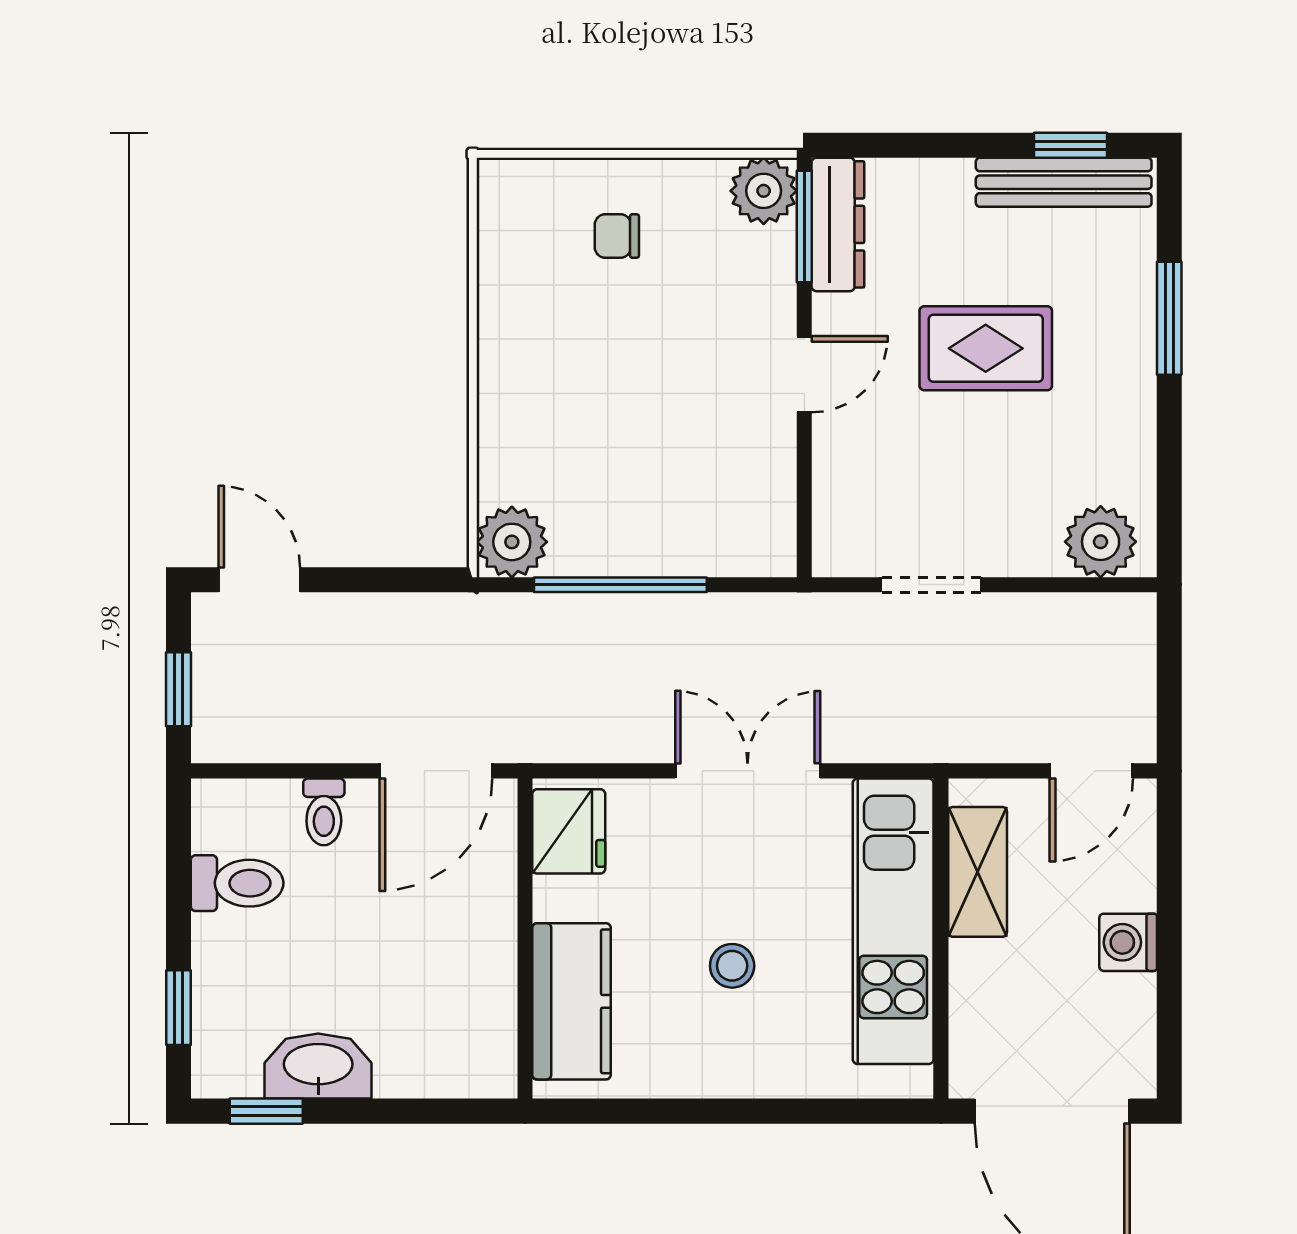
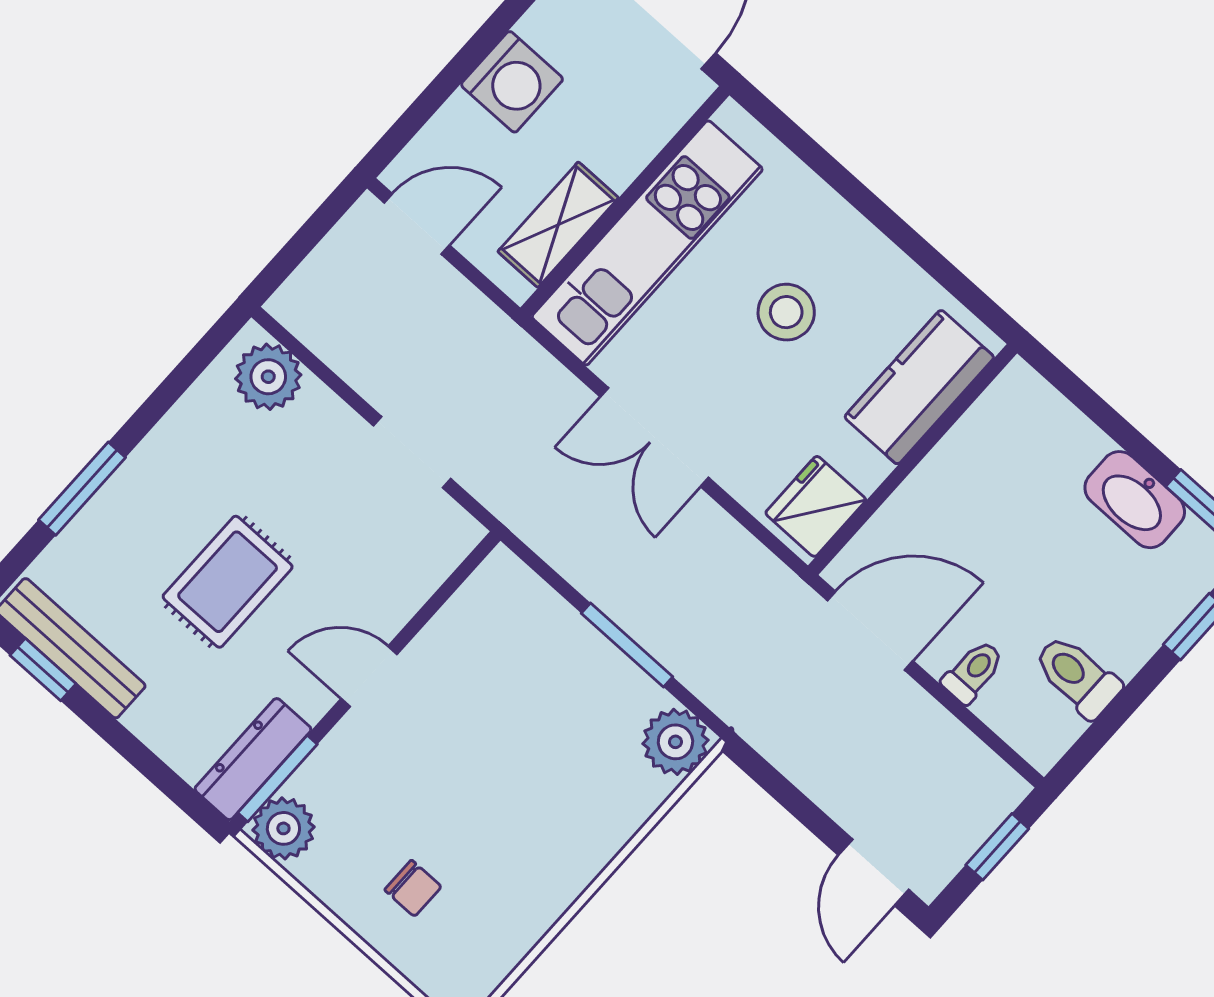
rug: (986, 348) -> (228, 582), turned 90
window: (620, 585) -> (627, 645), width x0.69
washing machine: (1128, 942) -> (512, 82), width x1.38, depth x1.38
stool: (732, 966) -> (786, 312), width x1.37, depth x1.37

